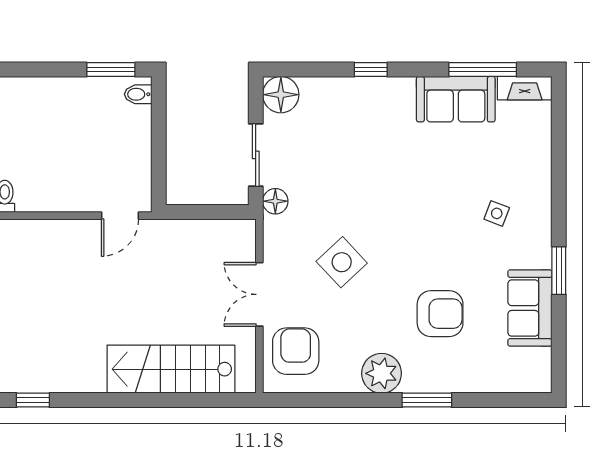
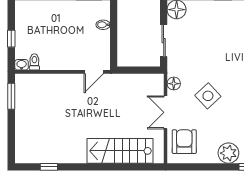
bidet: (138, 94) -> (103, 25), moved
floor lamp: (275, 201) -> (174, 84), moved

